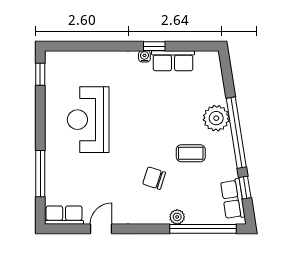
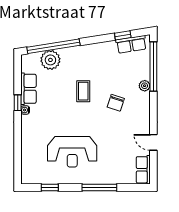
window: (40, 74) -> (50, 187), moved
plant: (216, 118) -> (50, 60), moved
window: (236, 133) -> (53, 46), moved
coffee table: (191, 153) -> (83, 91), moved
window: (40, 174) -> (99, 187), moved

